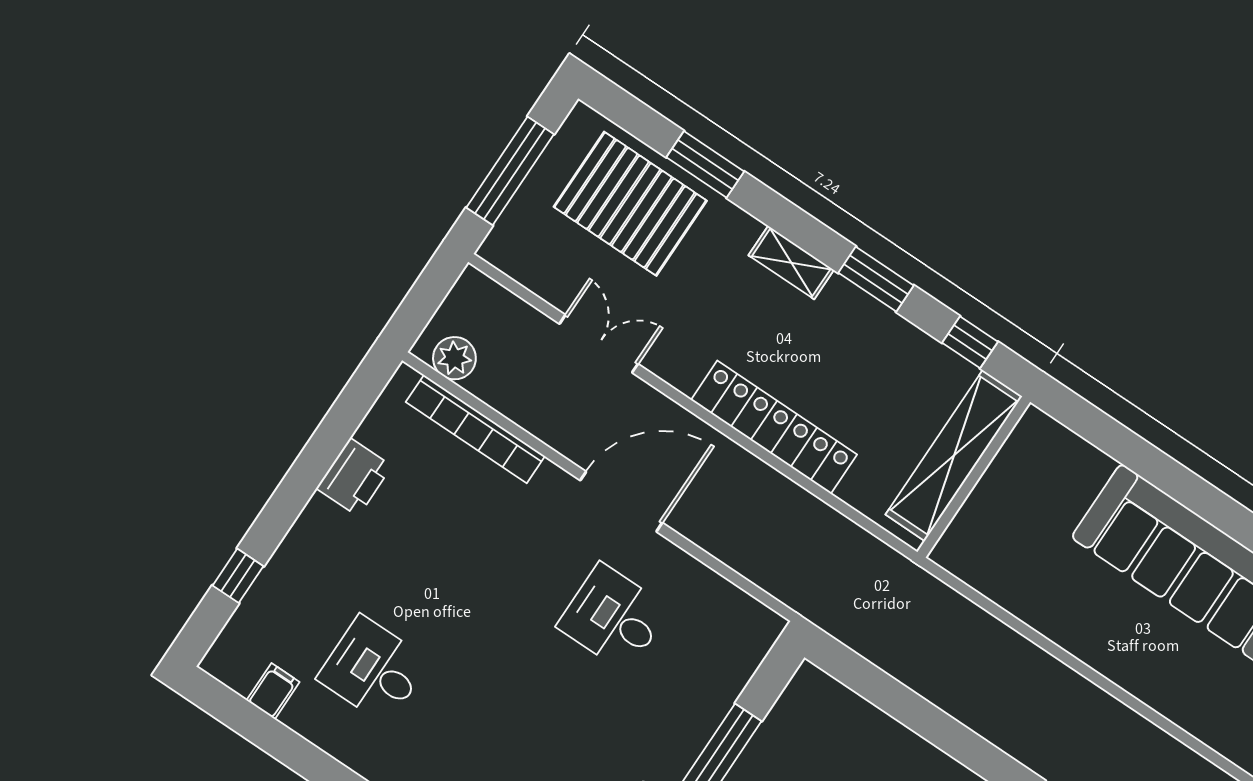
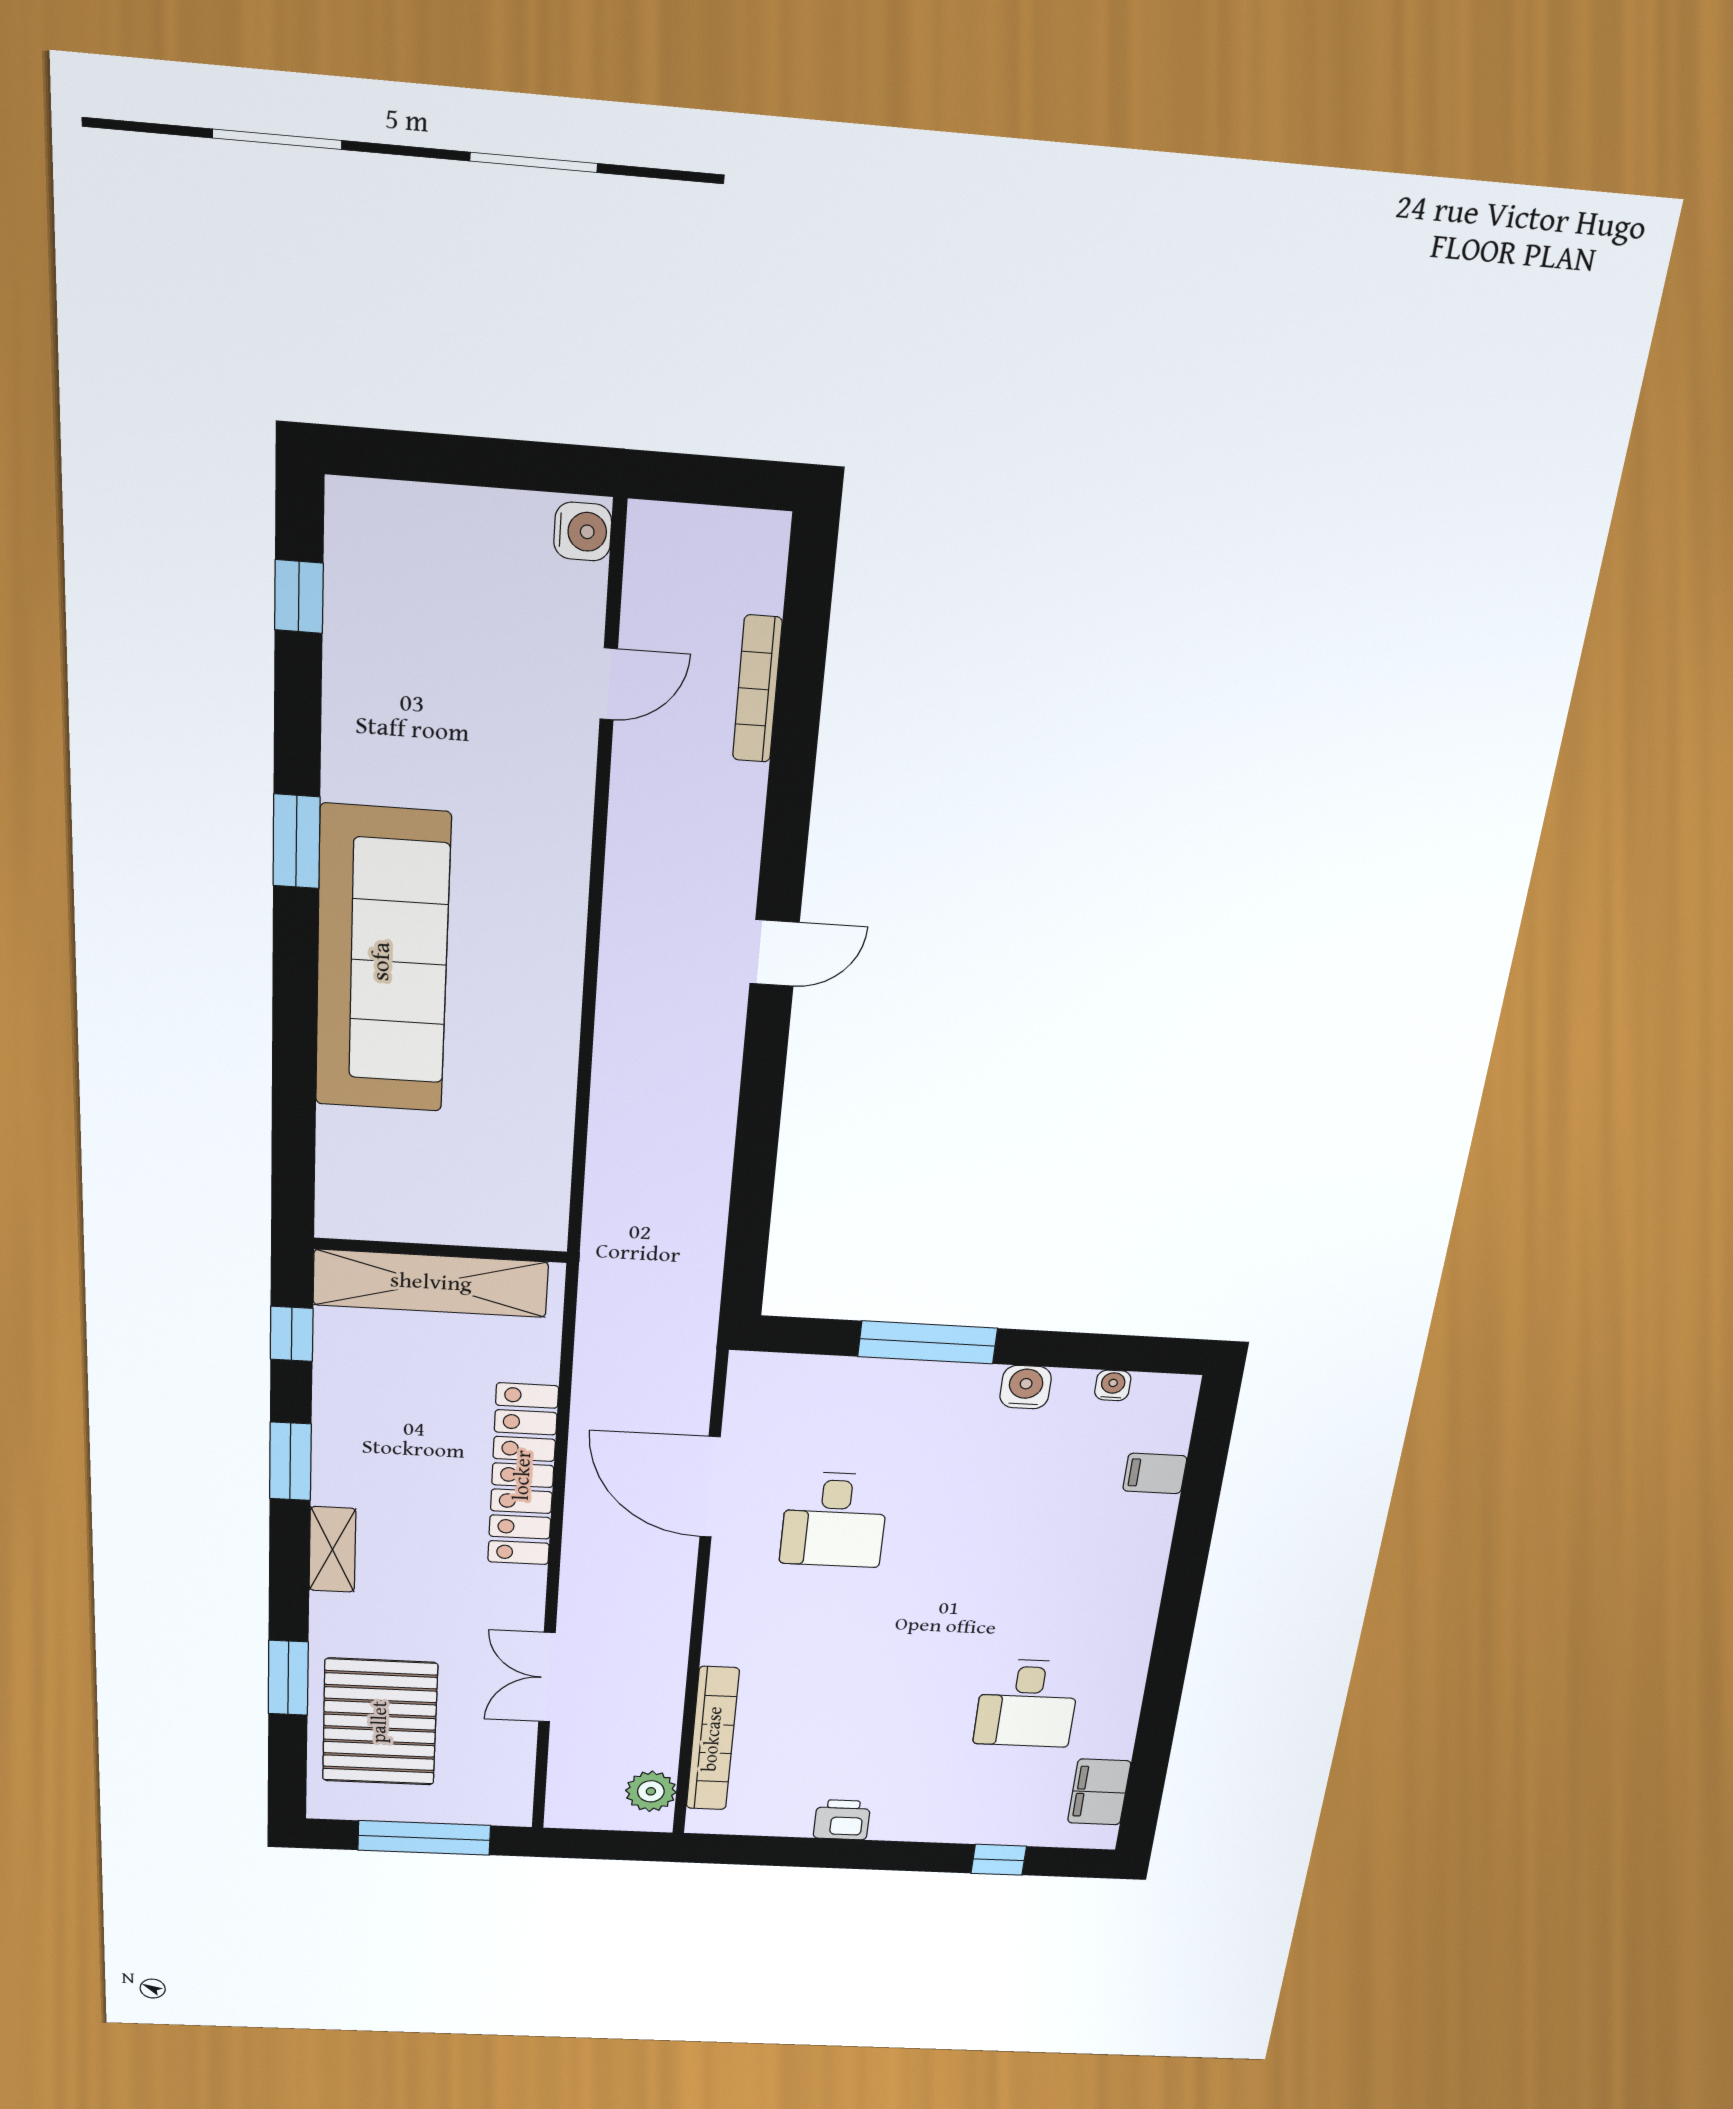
printer: (354, 477) -> (842, 1820), width x0.73, depth x0.81
door: (621, 502) -> (710, 1487), moved
filing cabinet: (273, 691) -> (1099, 1792), width x2.00

